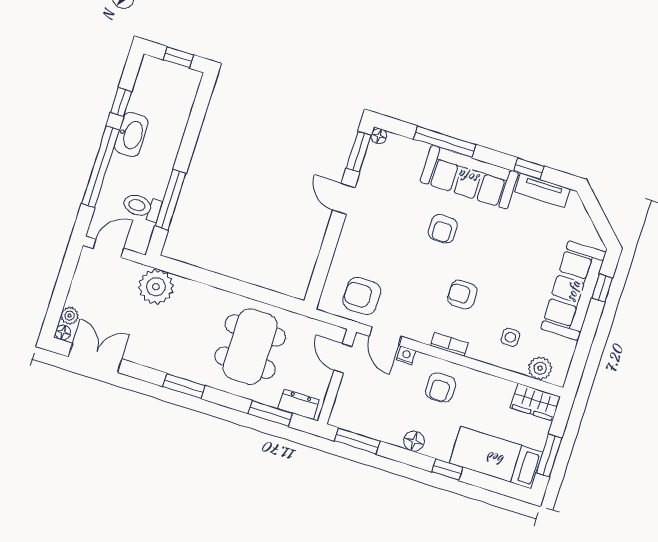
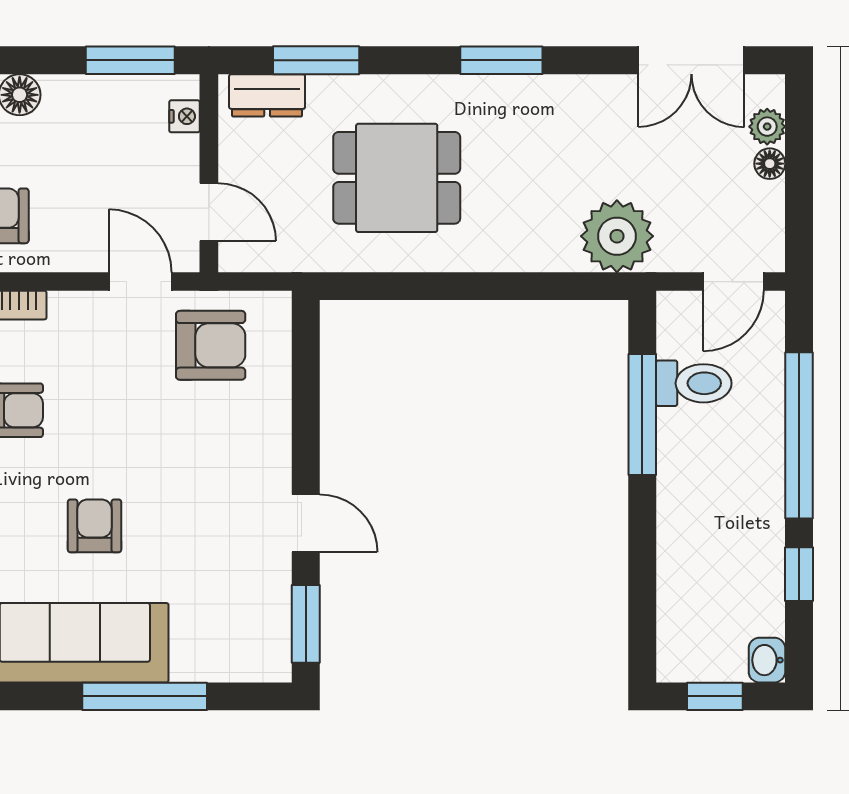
washbasin: (131, 135) -> (767, 660), moved, width x0.52, depth x0.69
floor lamp: (379, 136) -> (276, 667), removed
floor lamp: (63, 333) -> (770, 164), moved
dining table: (250, 347) -> (397, 178), width x0.73
nightstand: (406, 355) -> (184, 116), moved, turned -90

